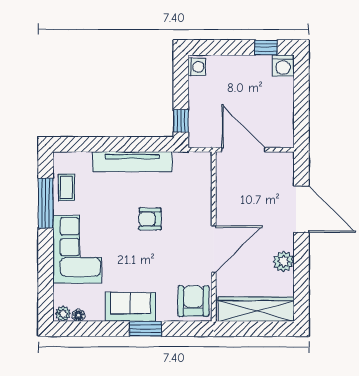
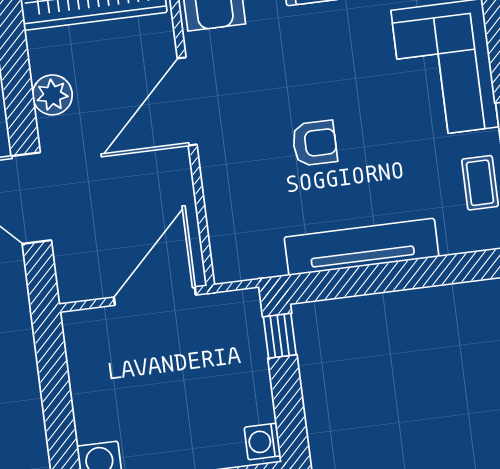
door: (243, 150) -> (155, 296), swing flipped

